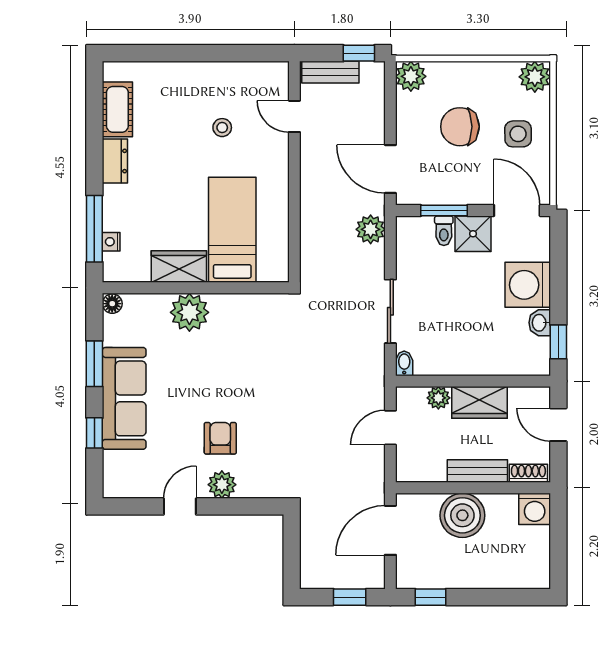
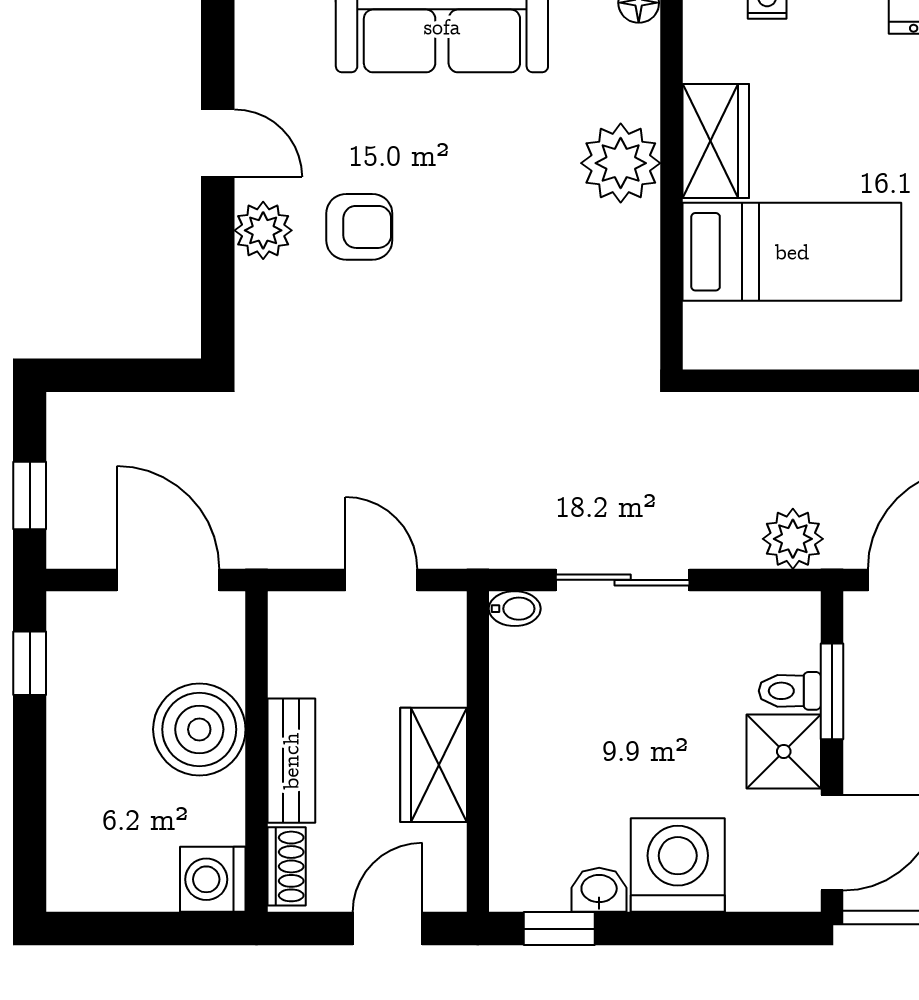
plant: (438, 398) -> (443, 680), removed

